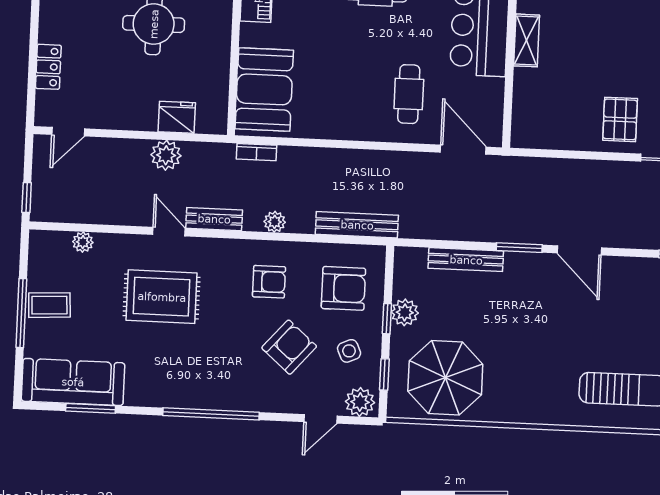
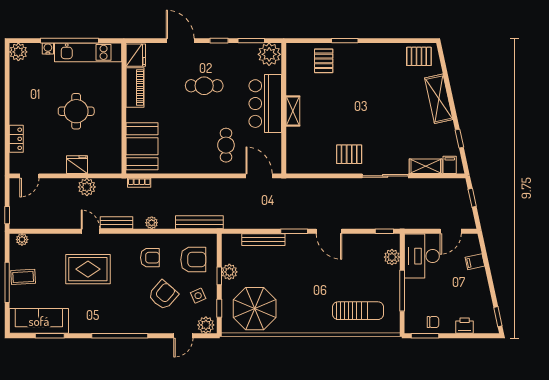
fridge: (177, 117) -> (77, 165), moved
pallet: (620, 119) -> (349, 154), turned 90
plant: (83, 242) -> (22, 240), moved

